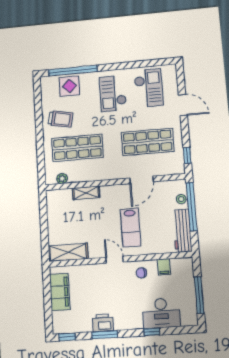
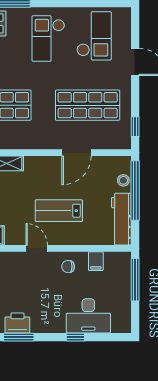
lab bench: (131, 228) -> (59, 211), turned 90
window: (199, 295) -> (135, 280), moved

